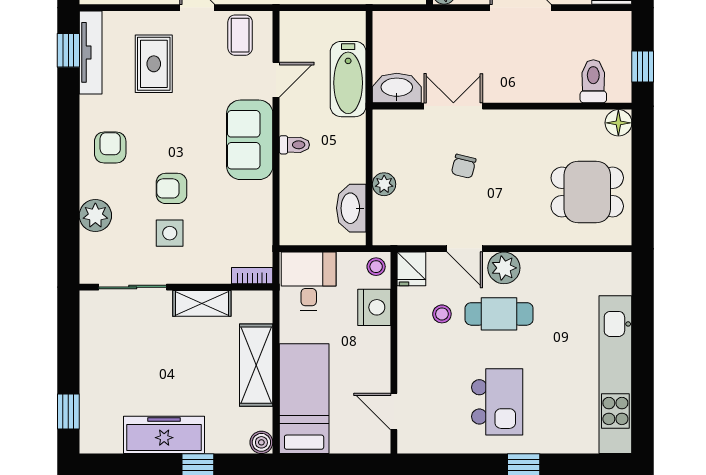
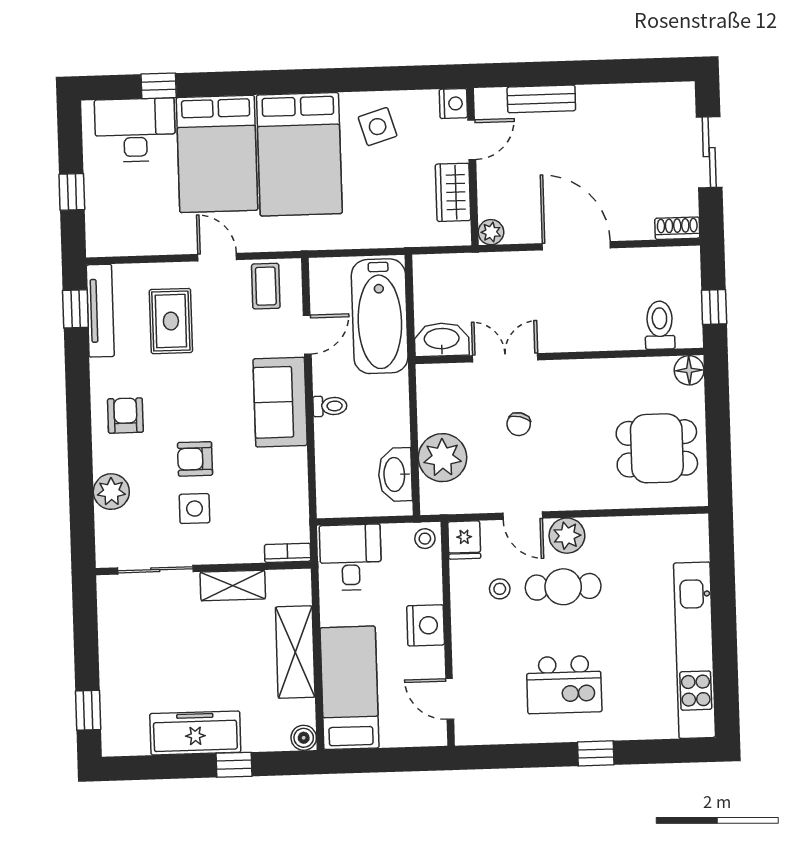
bathtub: (348, 79) -> (380, 316), width x1.36, depth x1.36
plant: (384, 184) -> (442, 458), width x1.87, depth x1.87
nightstand: (374, 307) -> (426, 625), moved
kitchen island: (497, 402) -> (564, 685), turned 90

